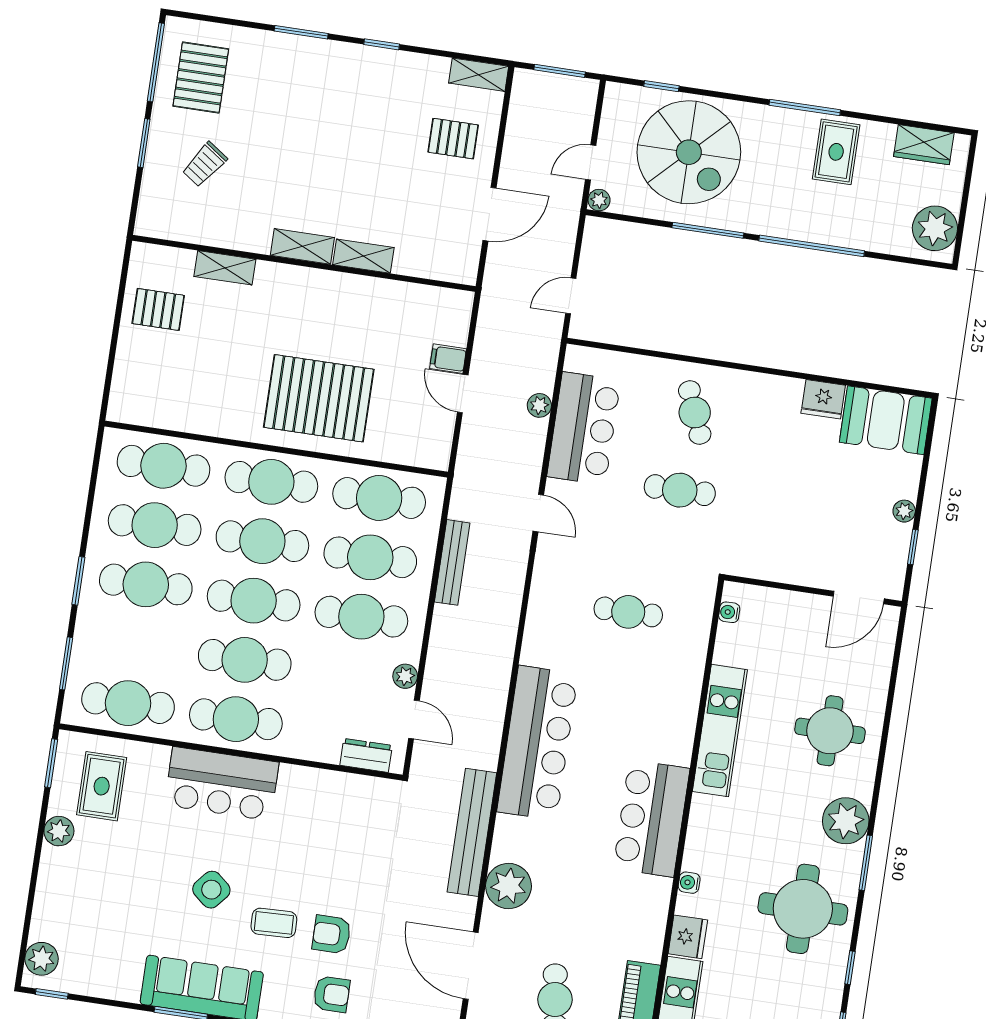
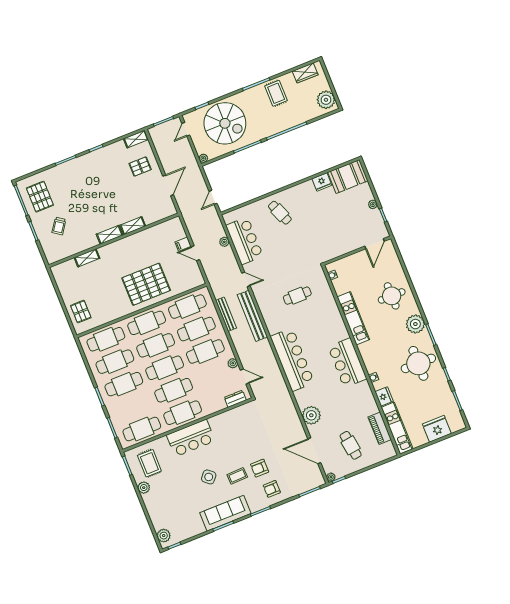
door: (591, 163) -> (186, 129), moved
pallet: (158, 309) -> (81, 312), moved, turned 90
cafe table: (680, 490) -> (290, 243), removed
bench: (472, 832) -> (252, 316), moved
armchair: (332, 994) -> (272, 489), turned 180

